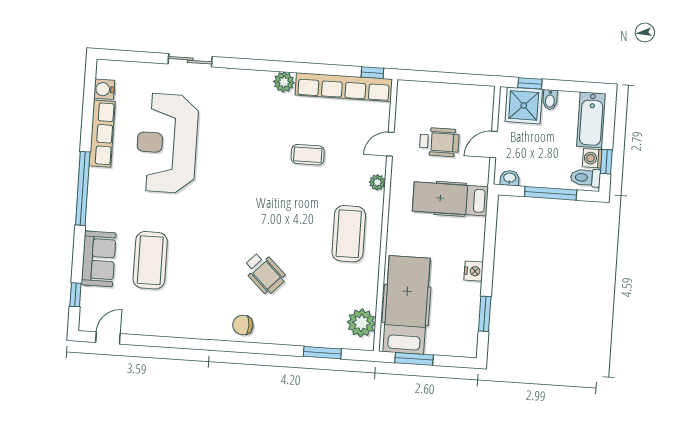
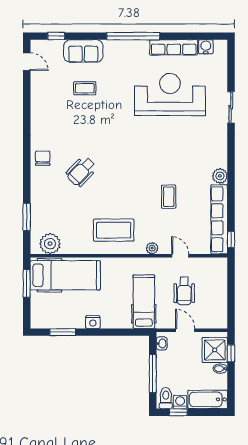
coffee table: (150, 260) -> (85, 88), width x0.54, depth x0.58

